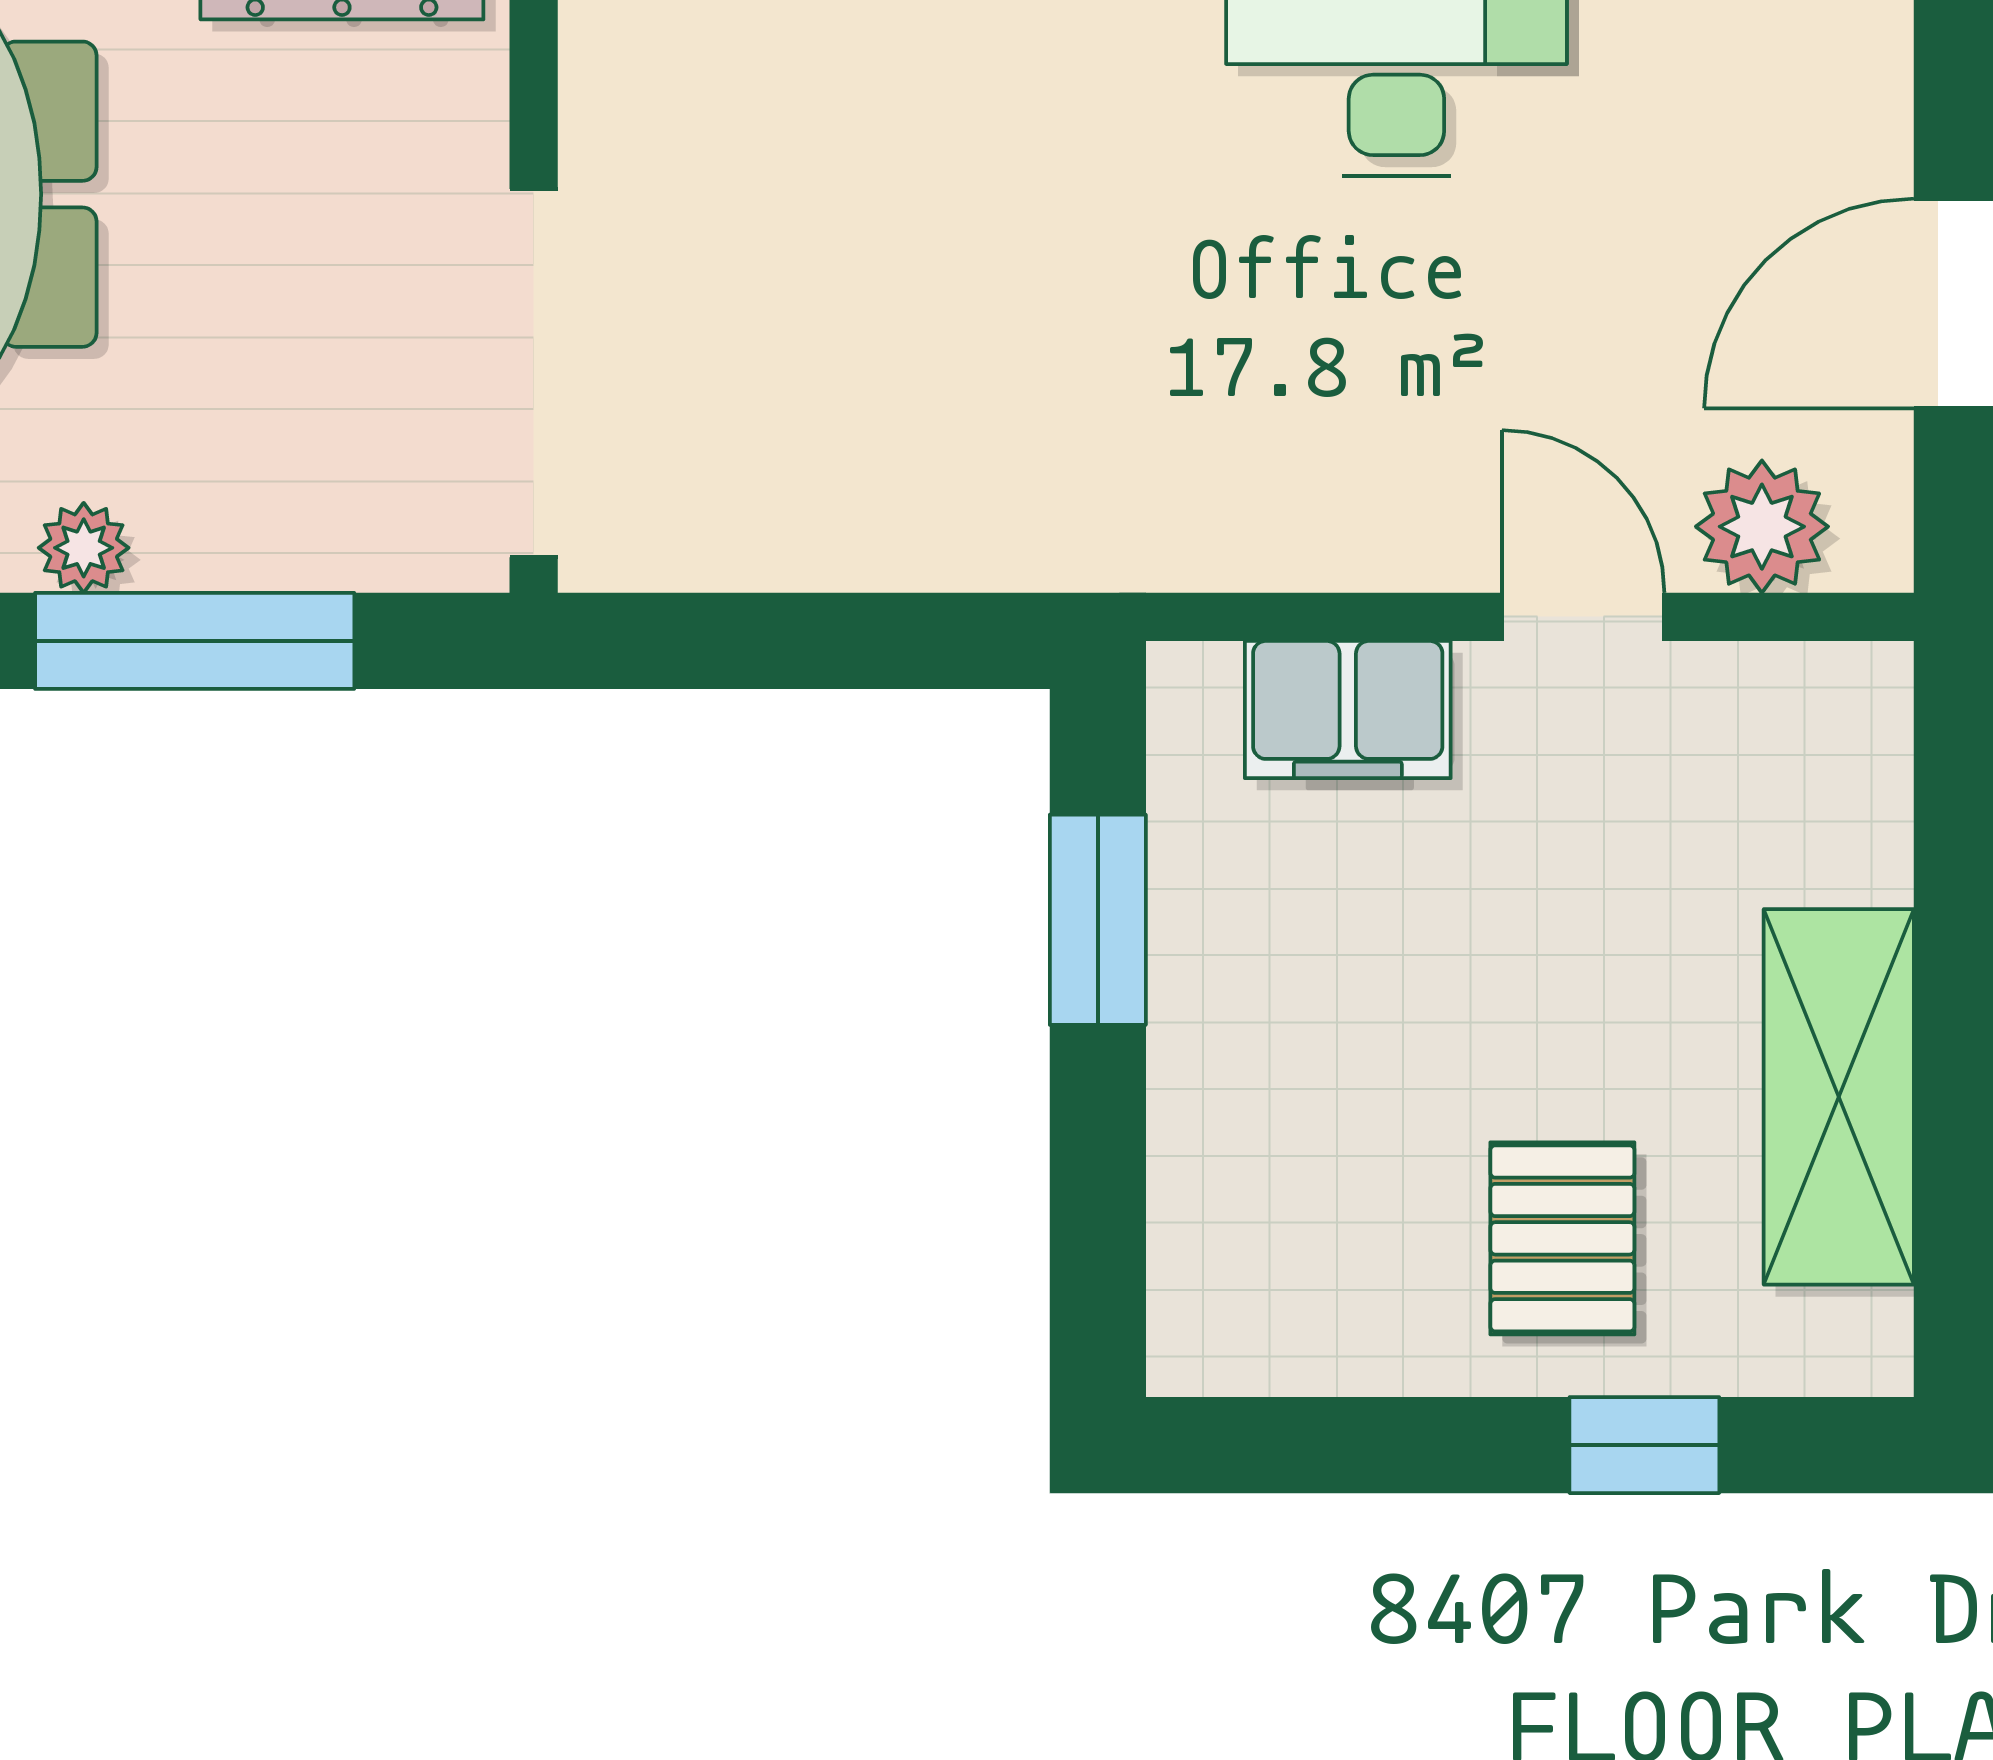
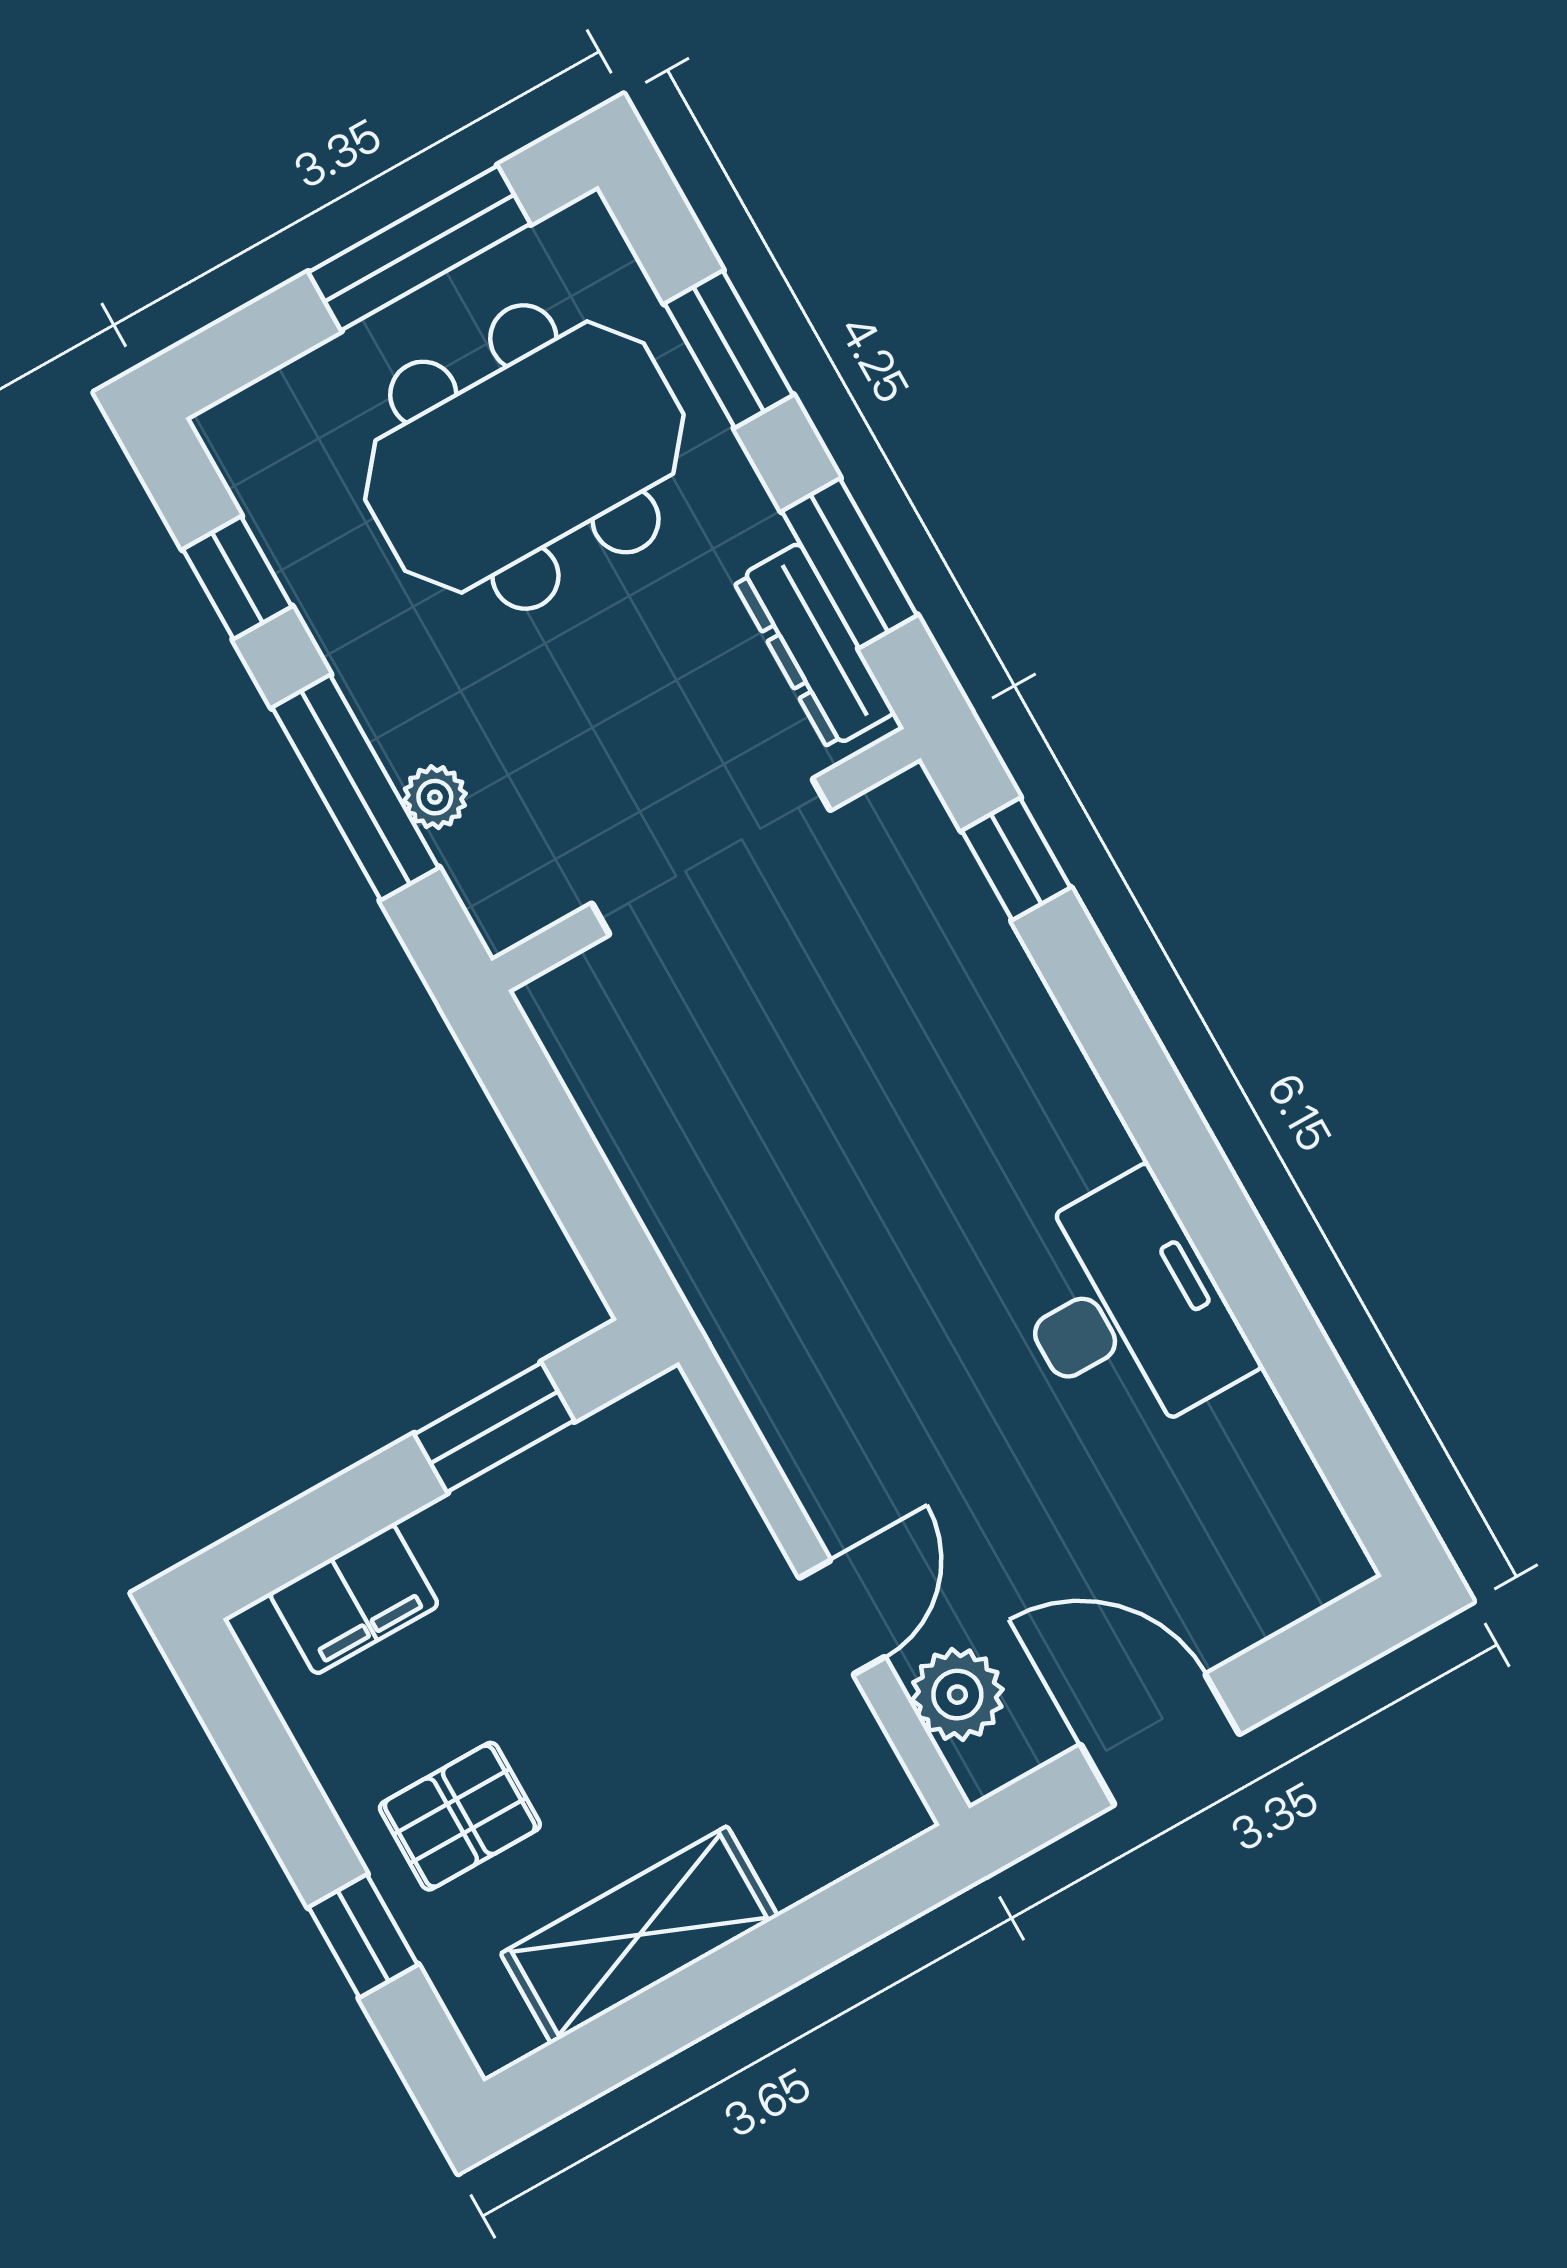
doorway: (534, 373) -> (711, 857), moved
plant: (84, 548) -> (435, 797), moved
filing cabinet: (1348, 710) -> (354, 1599), moved, turned -90

